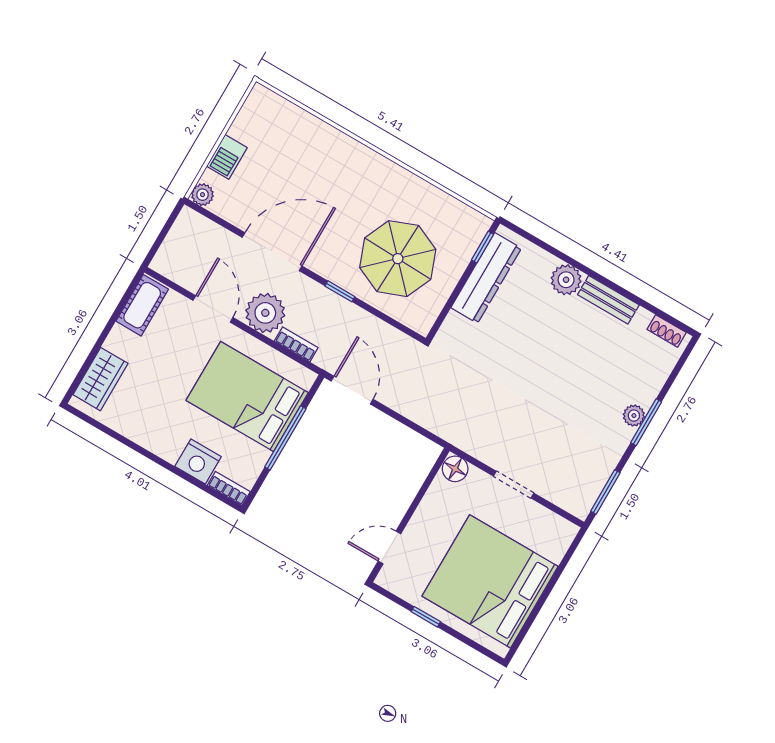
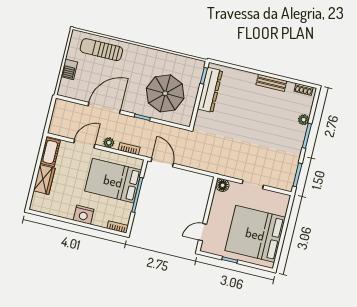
sun lounger: (300, 138) -> (101, 50), added
plant: (203, 195) -> (63, 91), removed
plant: (566, 280) -> (248, 79), removed
door: (213, 309) -> (84, 144), hinge flipped
plant: (265, 313) -> (109, 143), width x0.53, depth x0.53
wardrobe: (100, 379) -> (44, 180), moved
plant: (634, 416) -> (304, 120), moved
nightstand: (198, 462) -> (84, 215), moved

